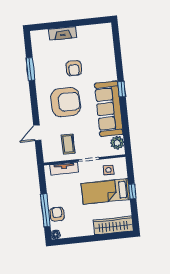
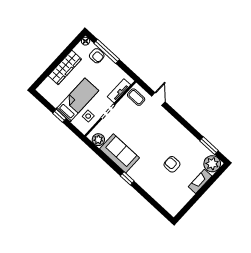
plant: (40, 39) -> (212, 164), added
window: (31, 69) -> (209, 146), moved
armchair: (66, 102) -> (157, 137), removed
sofa: (109, 109) -> (119, 153), width x0.73
coffee table: (68, 144) -> (136, 97), moved
wardrobe: (113, 225) -> (65, 67), moved

